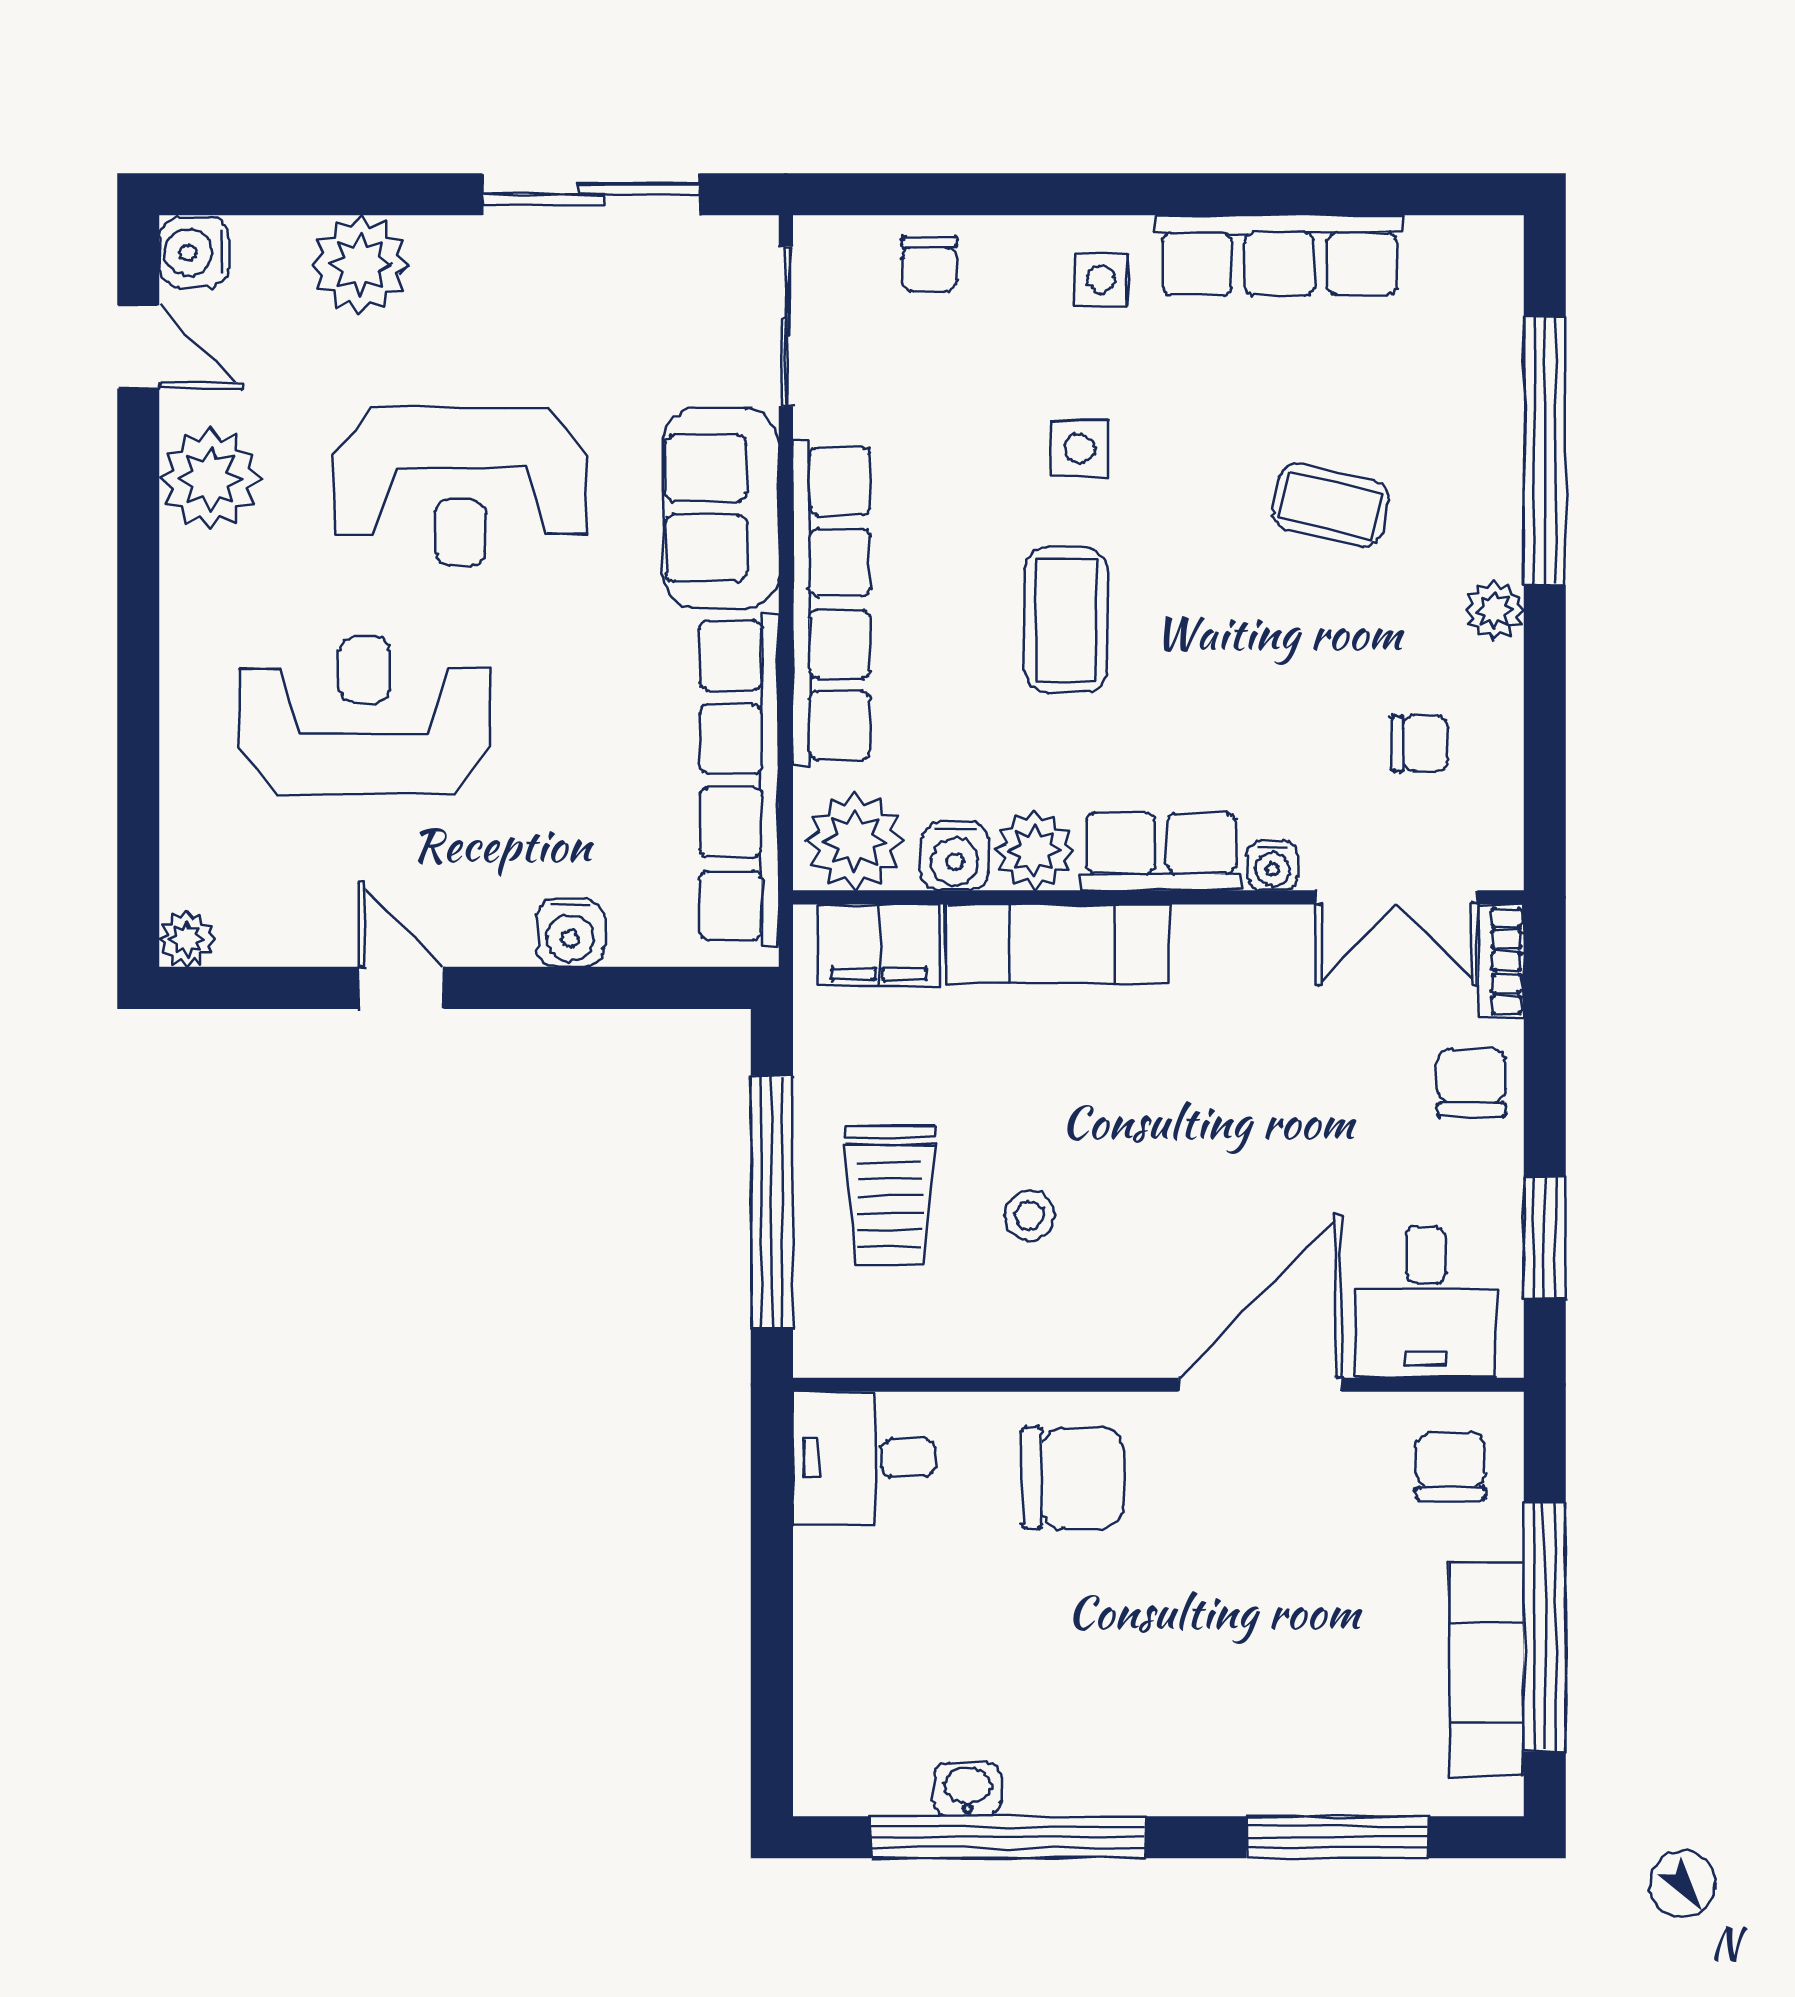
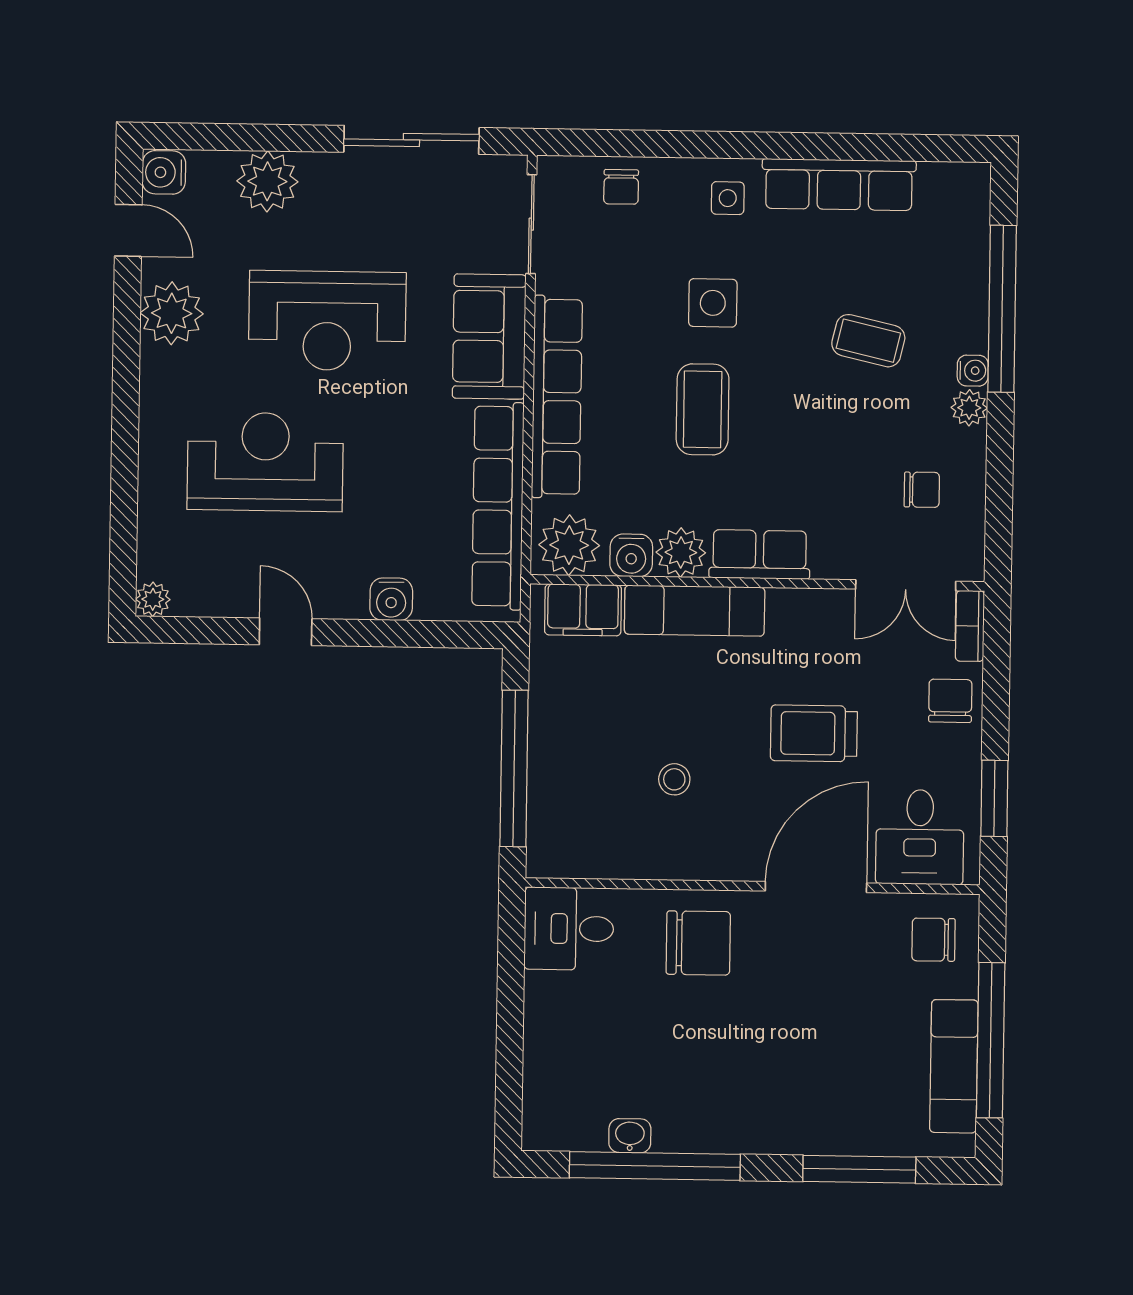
side table: (1080, 449) -> (713, 303), width x1.37, depth x1.37
water cooler: (1272, 866) -> (973, 371), moved, turned -90
trolley: (890, 1195) -> (814, 733), moved, turned 90
chair: (1450, 1466) -> (934, 940), turned -90

